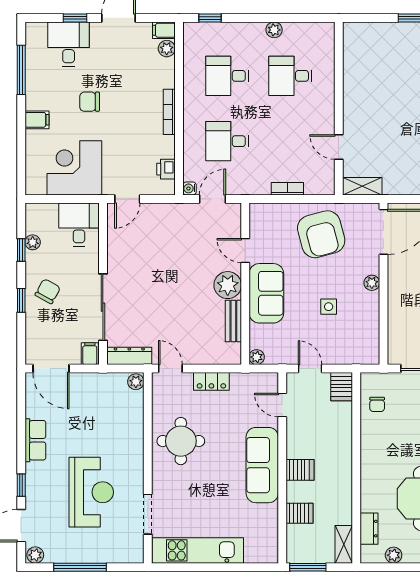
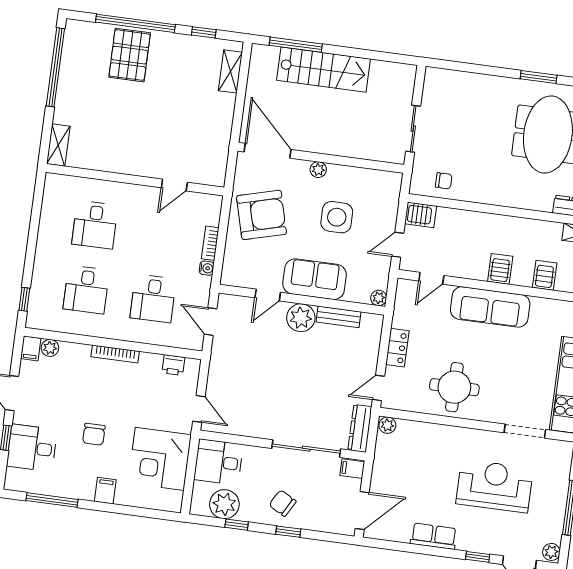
plant: (274, 30) -> (45, 235), removed
shelving: (362, 186) -> (58, 145), moved
water cooler: (190, 188) -> (207, 268), moved, turned -90
plant: (33, 242) -> (224, 504), width x1.87, depth x1.87
side table: (329, 307) -> (337, 217), width x1.87, depth x1.87

